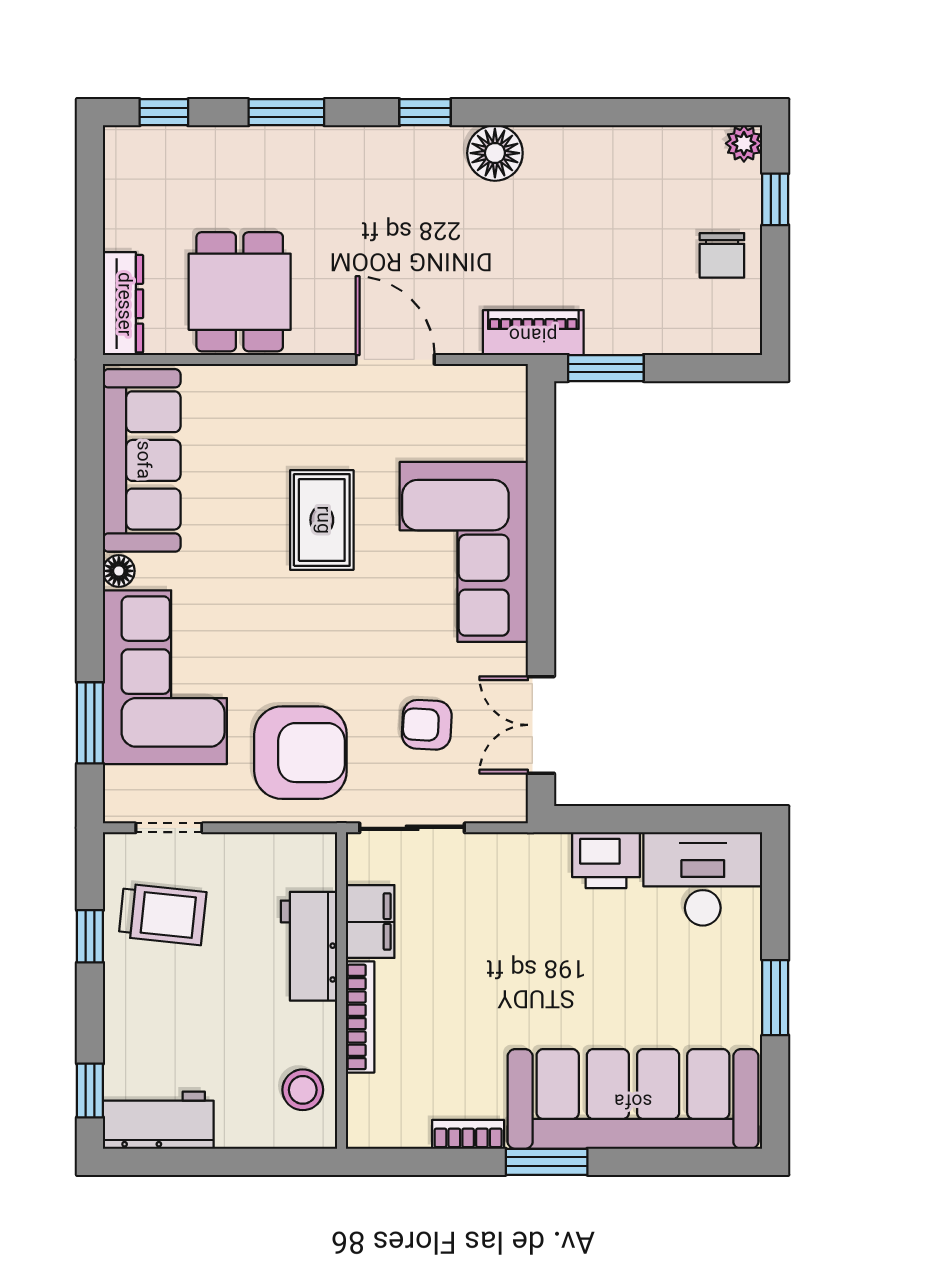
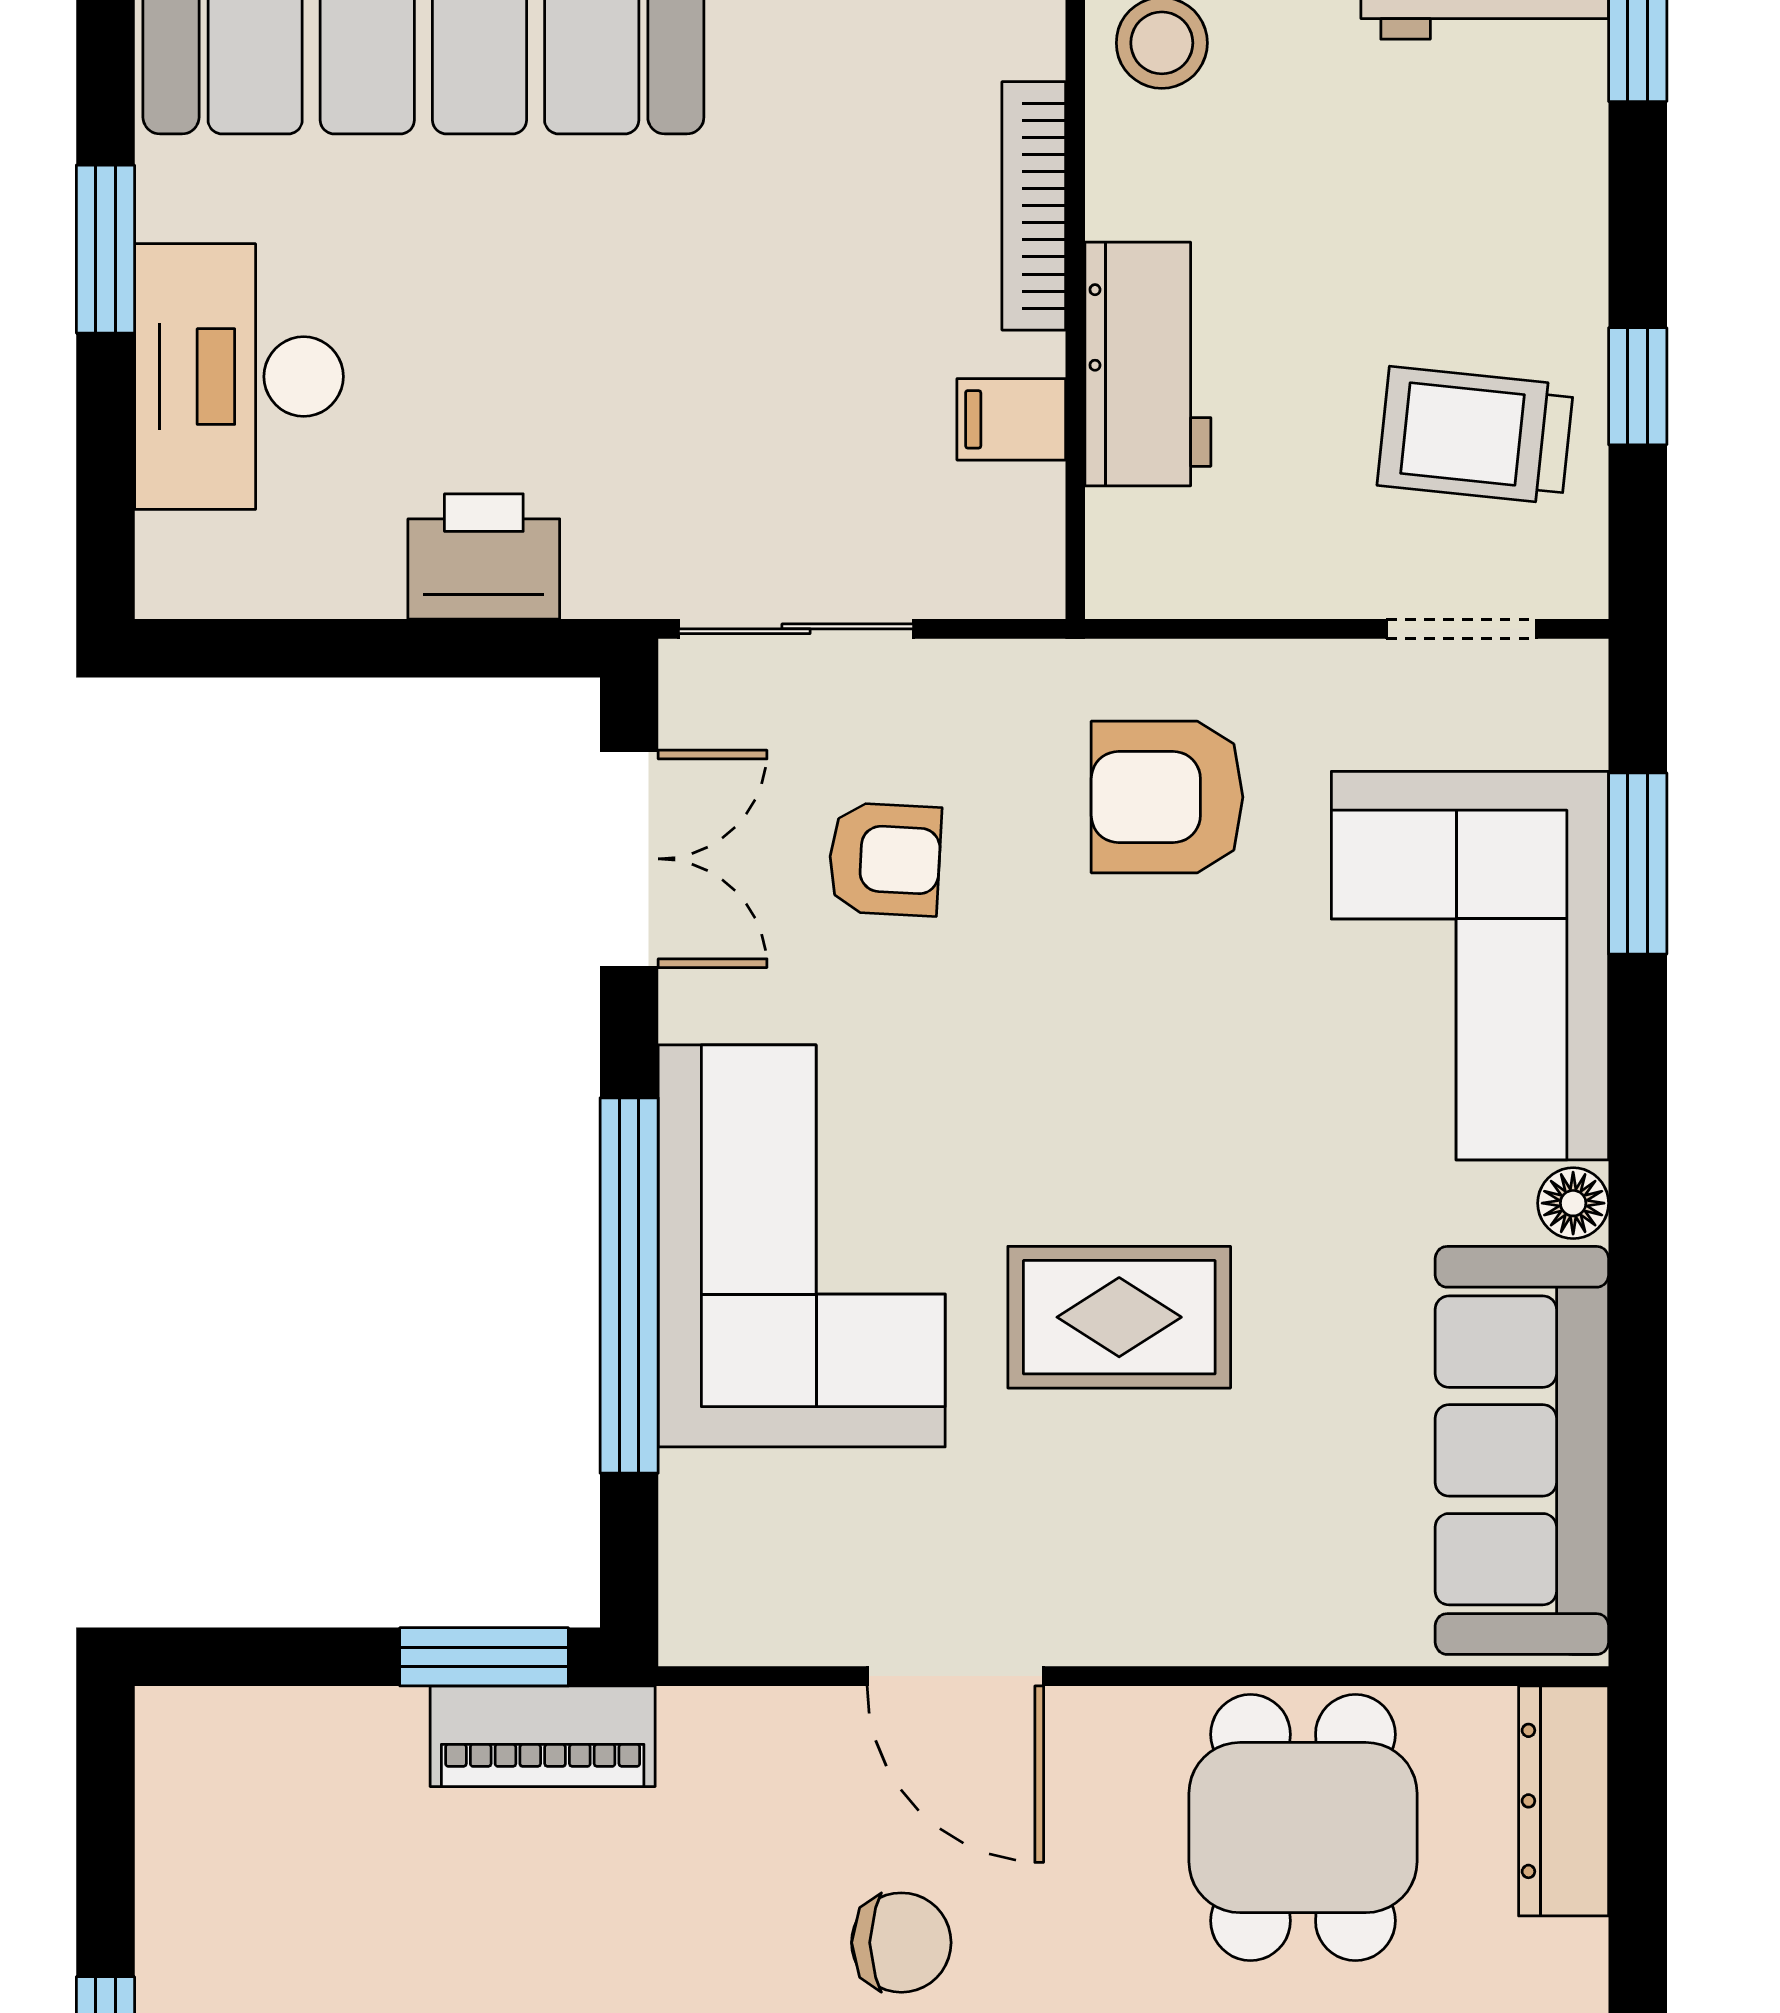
chair: (722, 255) -> (901, 1943), moved, turned 90
piano: (533, 333) -> (543, 1736), moved
rug: (322, 520) -> (1119, 1317), turned 90
window: (541, 534) -> (629, 1286), added
armchair: (300, 753) -> (1167, 797), width x0.73, depth x0.73
sliding door: (412, 828) -> (796, 629), moved
desk: (703, 879) -> (239, 377), moved, turned 90
filing cabinet: (370, 922) -> (1011, 419), width x0.50

